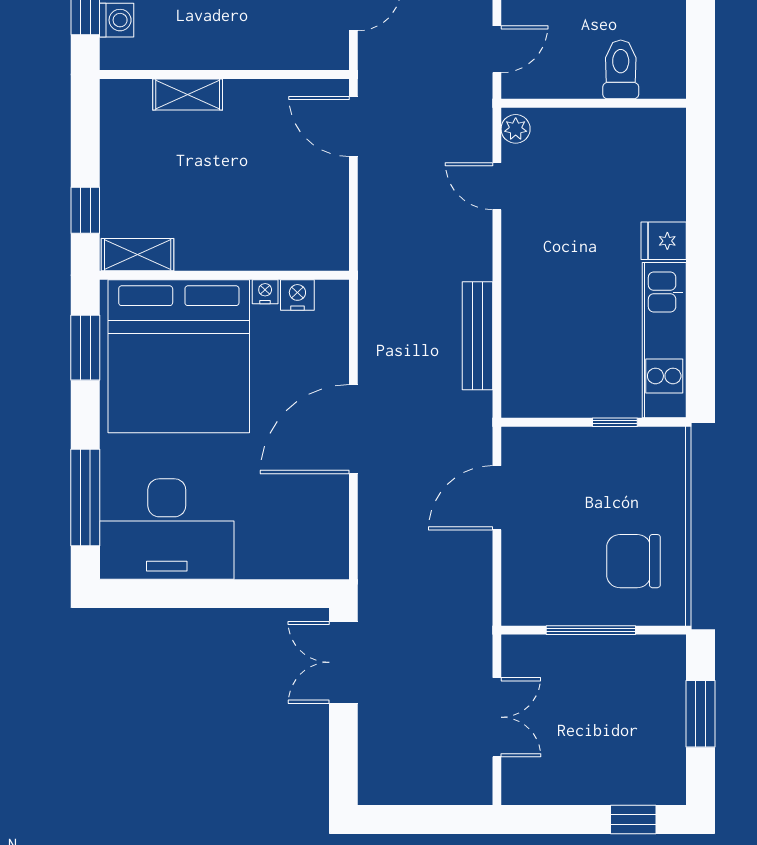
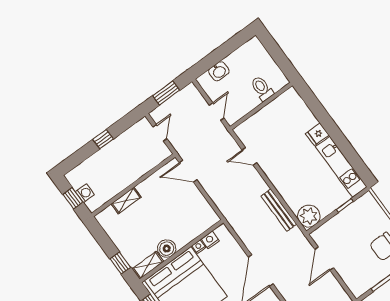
plant: (516, 129) -> (309, 216), moved, width x1.88, depth x1.88
boiler: (199, 249) -> (167, 249), added

